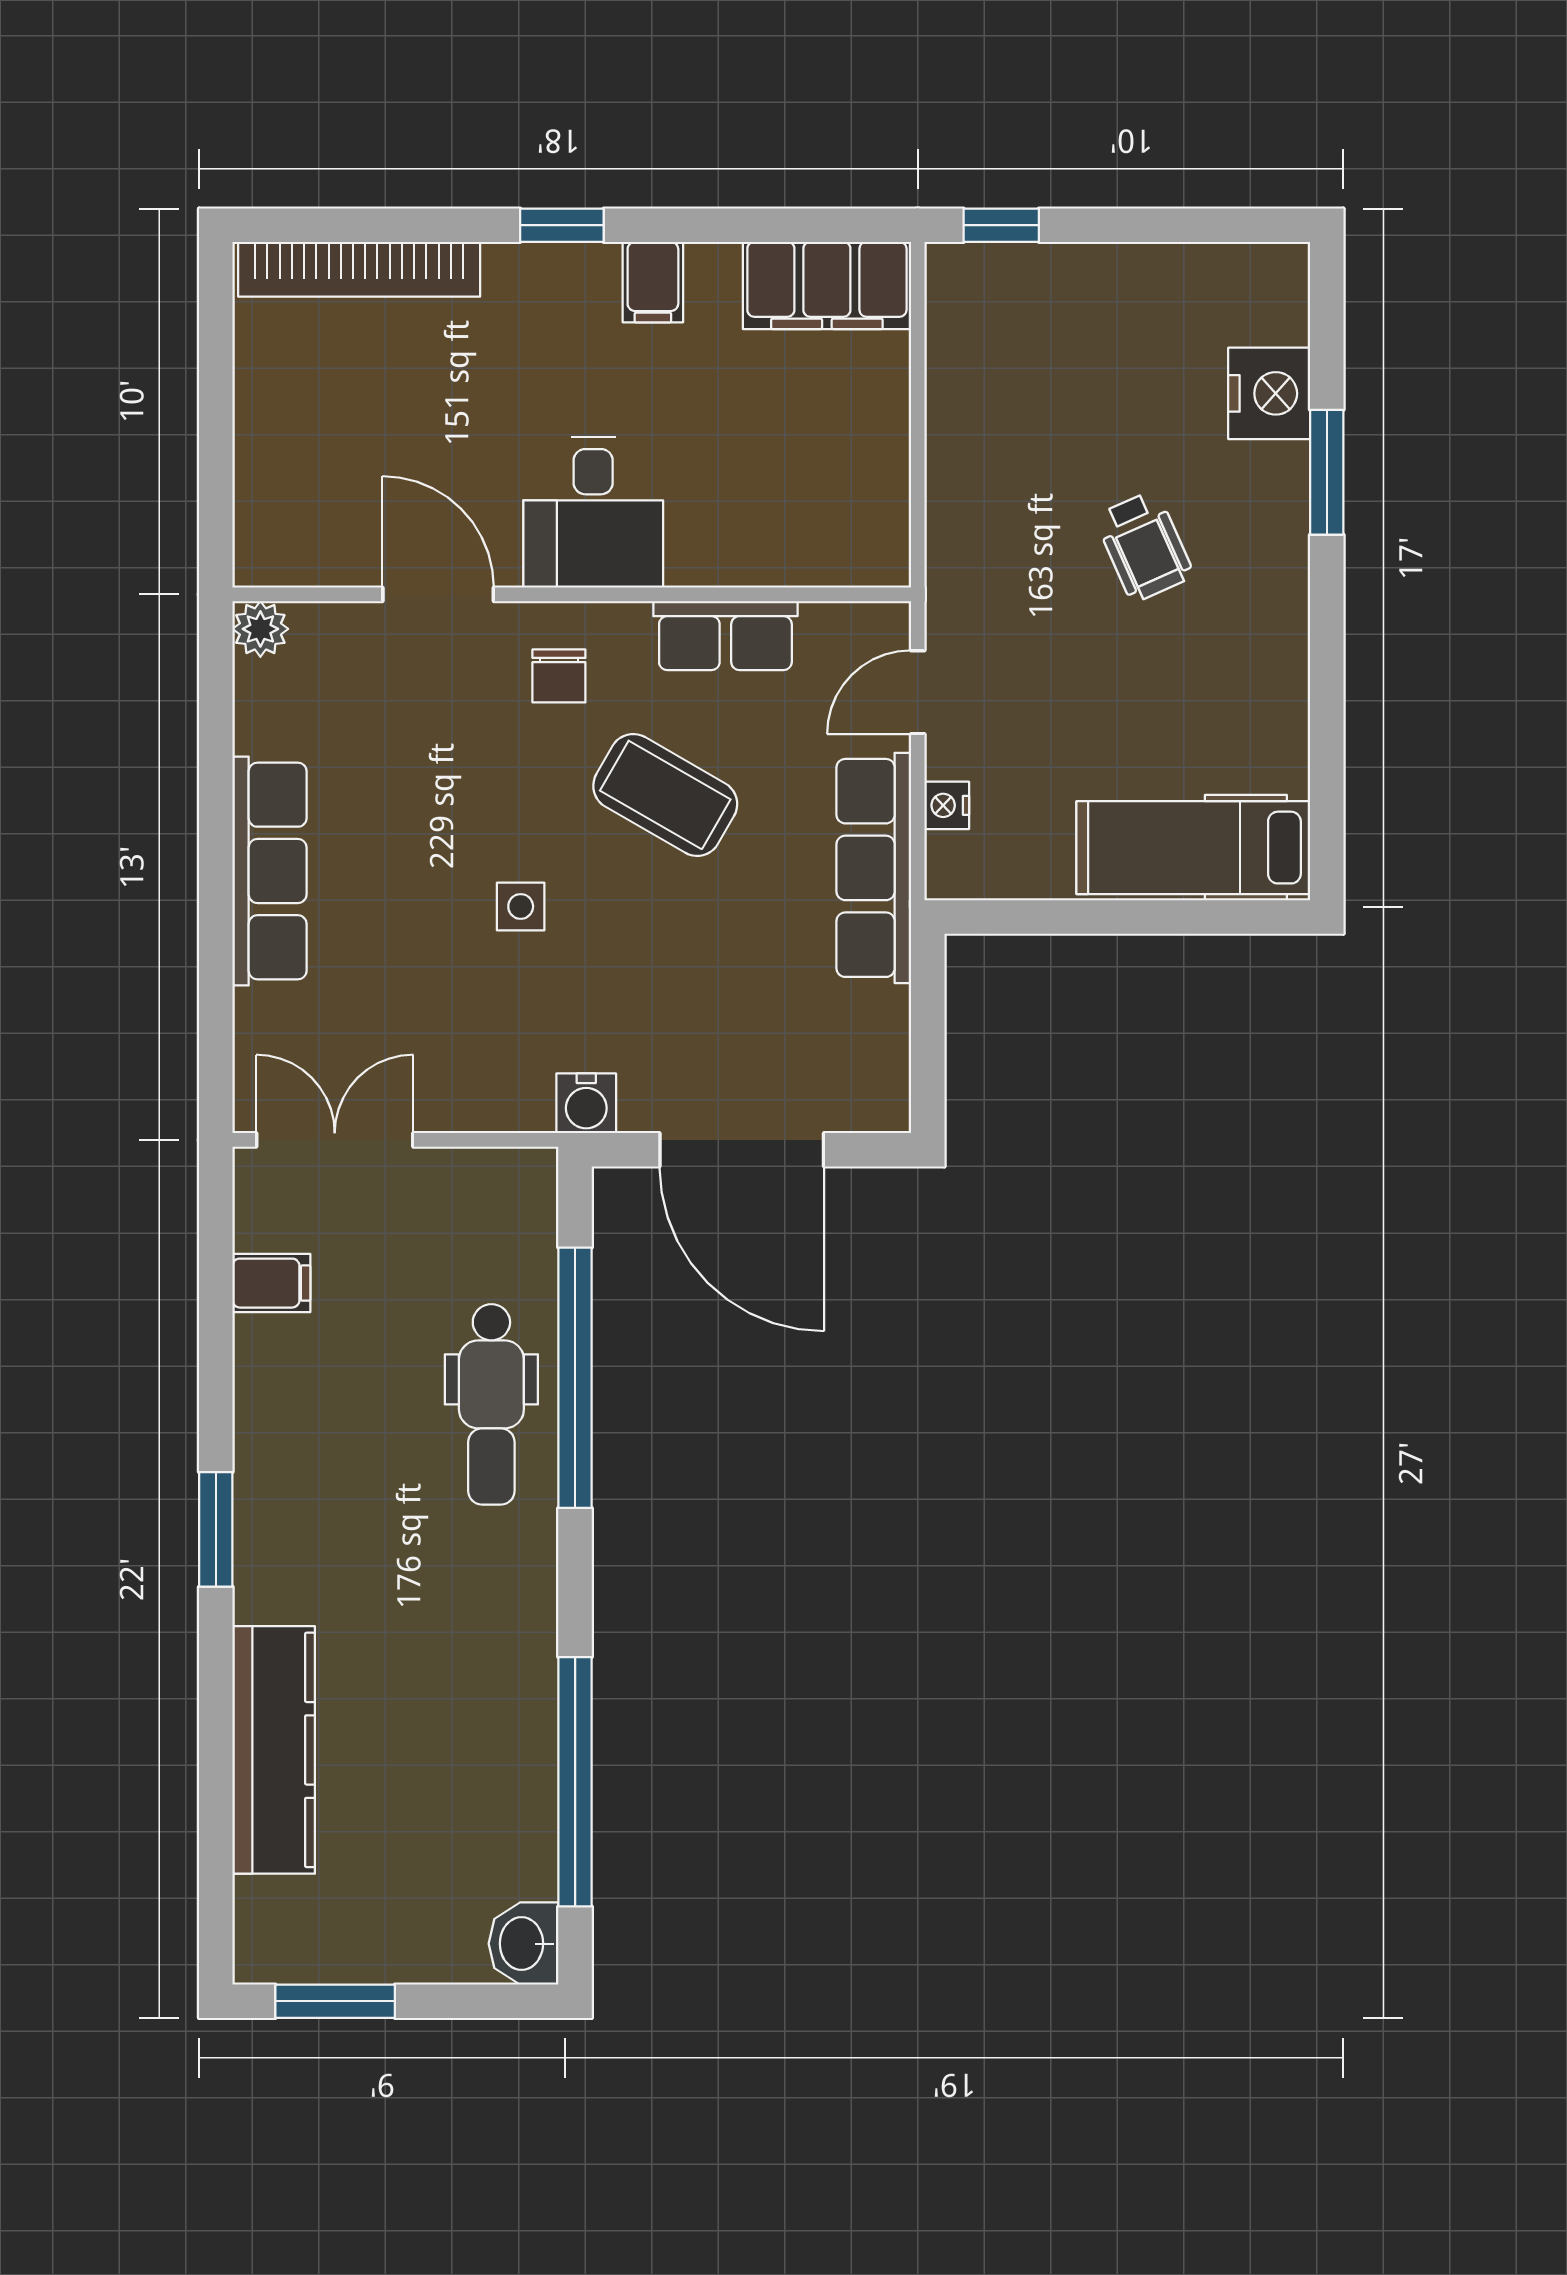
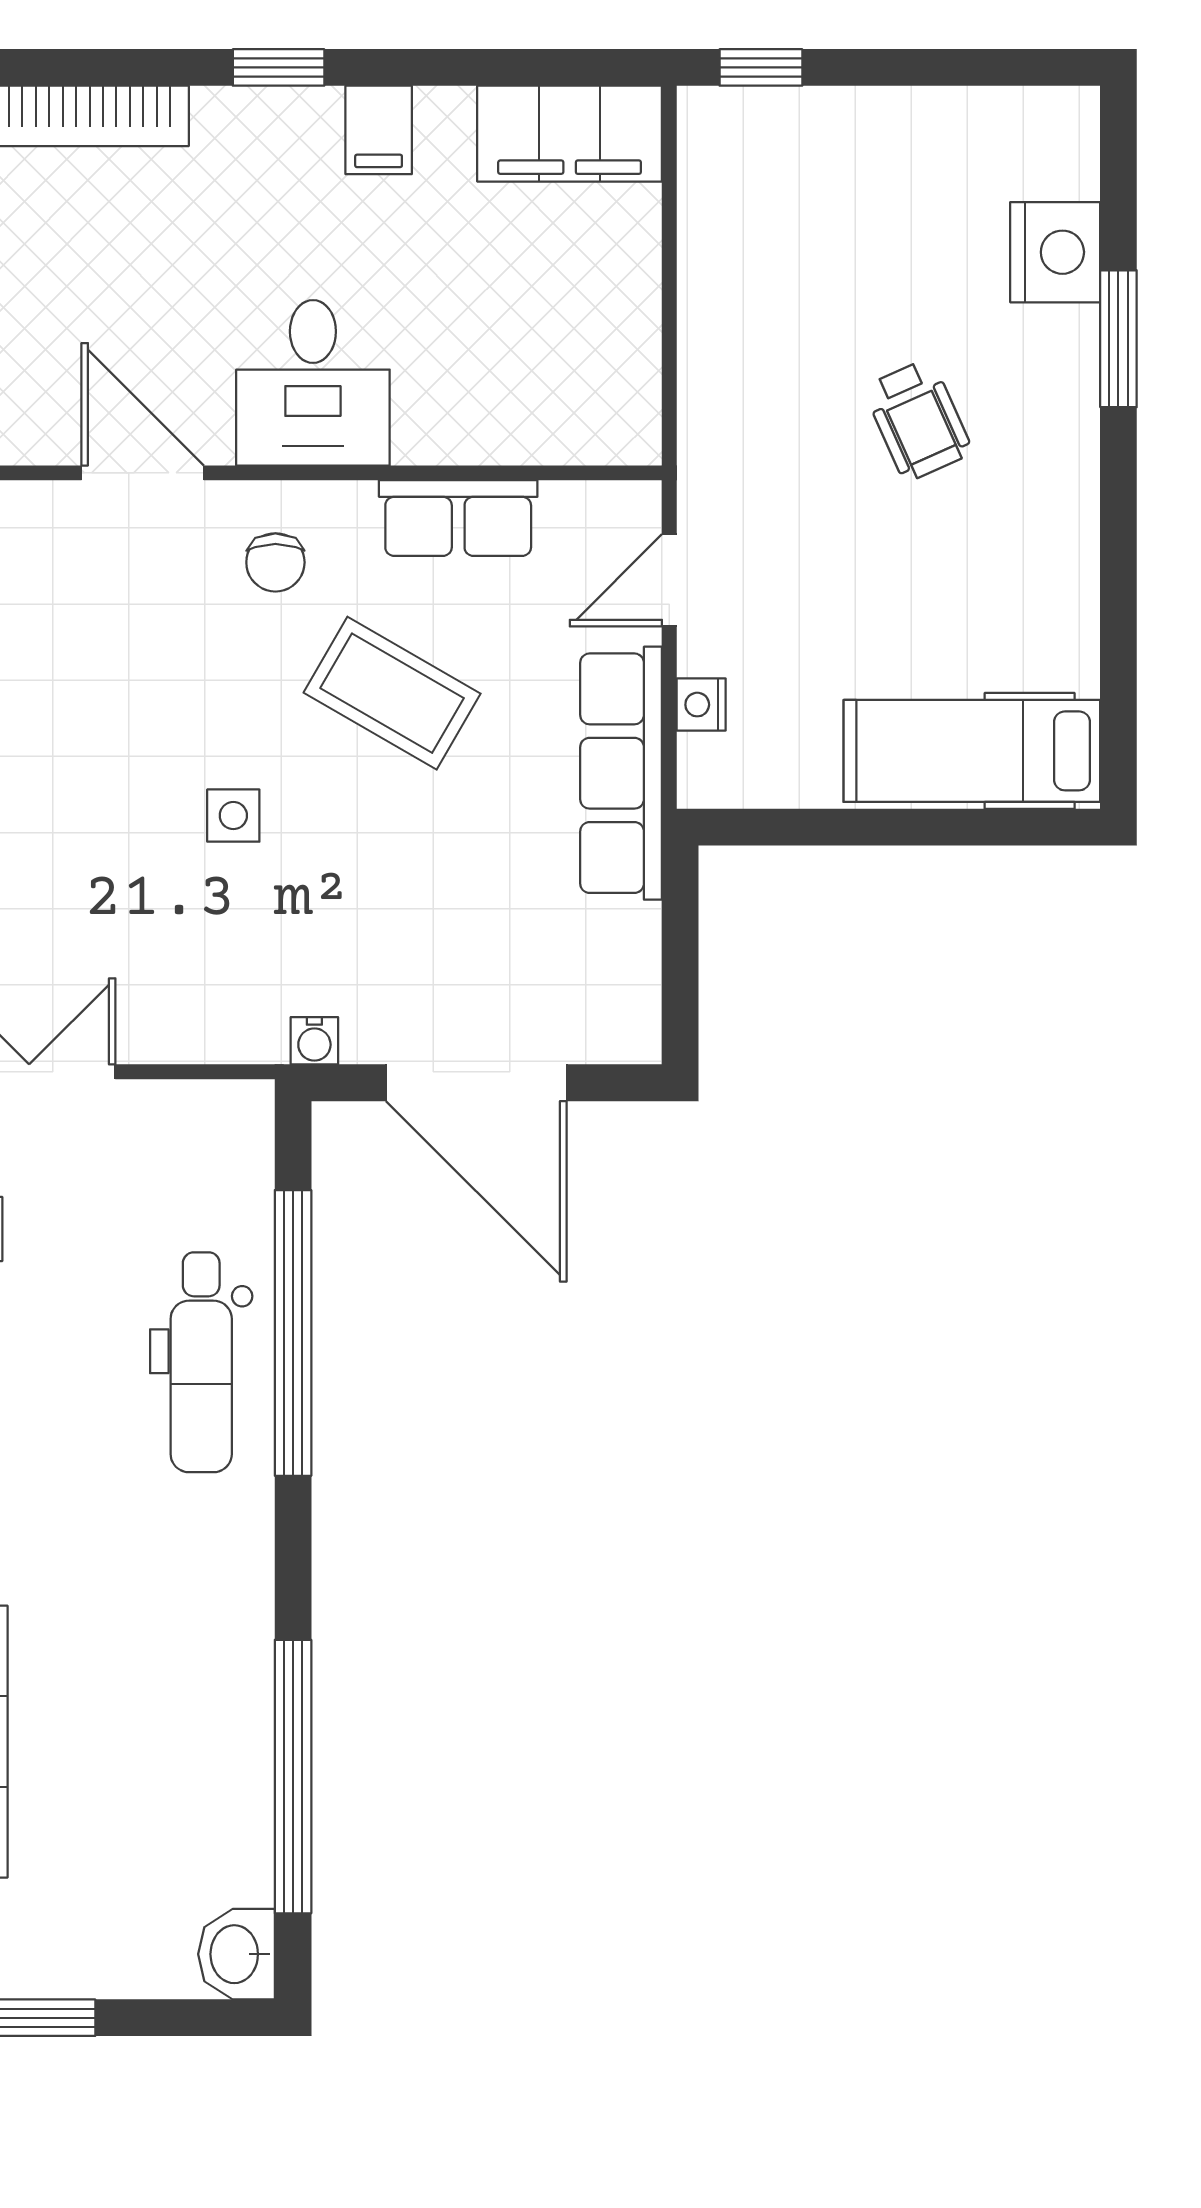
water cooler: (586, 1103) -> (314, 1041), width x0.72, depth x0.72

